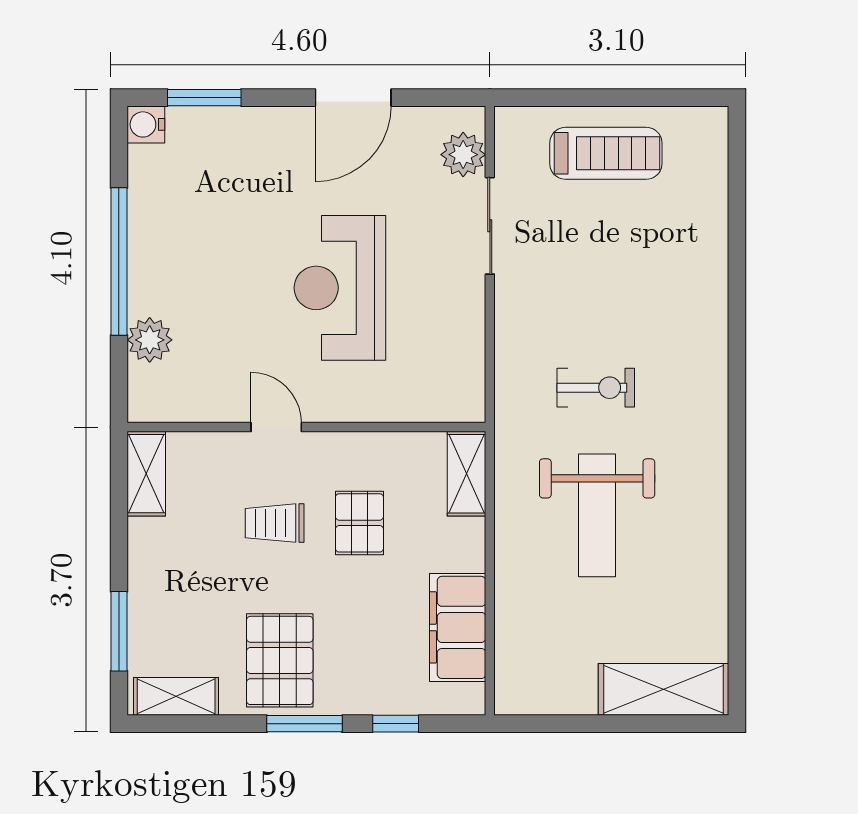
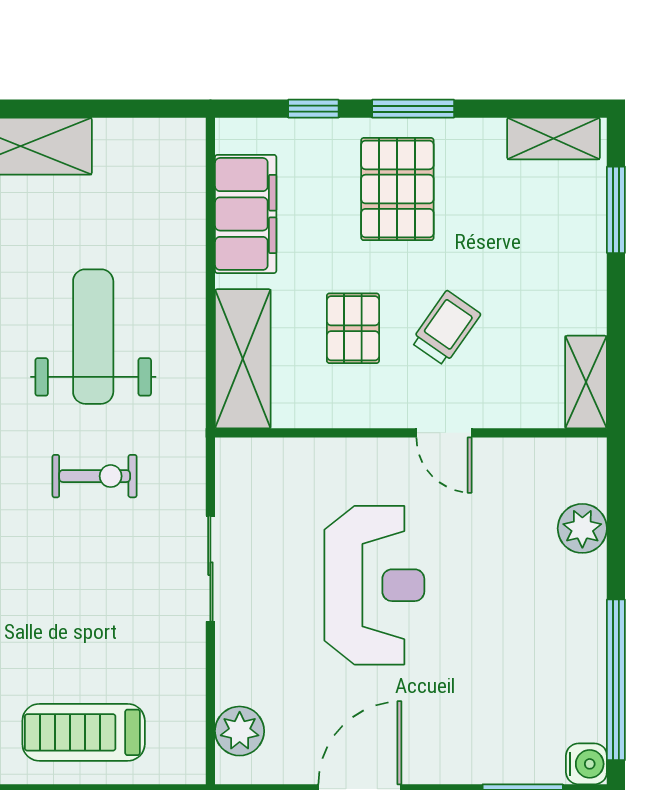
sliding door: (490, 226) -> (210, 569), moved
window: (119, 262) -> (616, 680), moved
exercise bike: (596, 388) -> (95, 476), turned 180
shelving: (467, 474) -> (243, 359), width x1.50, depth x1.33
trolley: (275, 523) -> (446, 328), turned -55
pallet: (280, 660) -> (397, 189), moved

